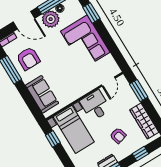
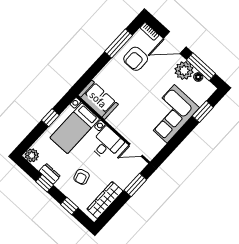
door: (24, 20) -> (175, 43), hinge flipped
sofa: (42, 94) -> (98, 100), moved, turned -90
window: (53, 139) -> (50, 118), moved

